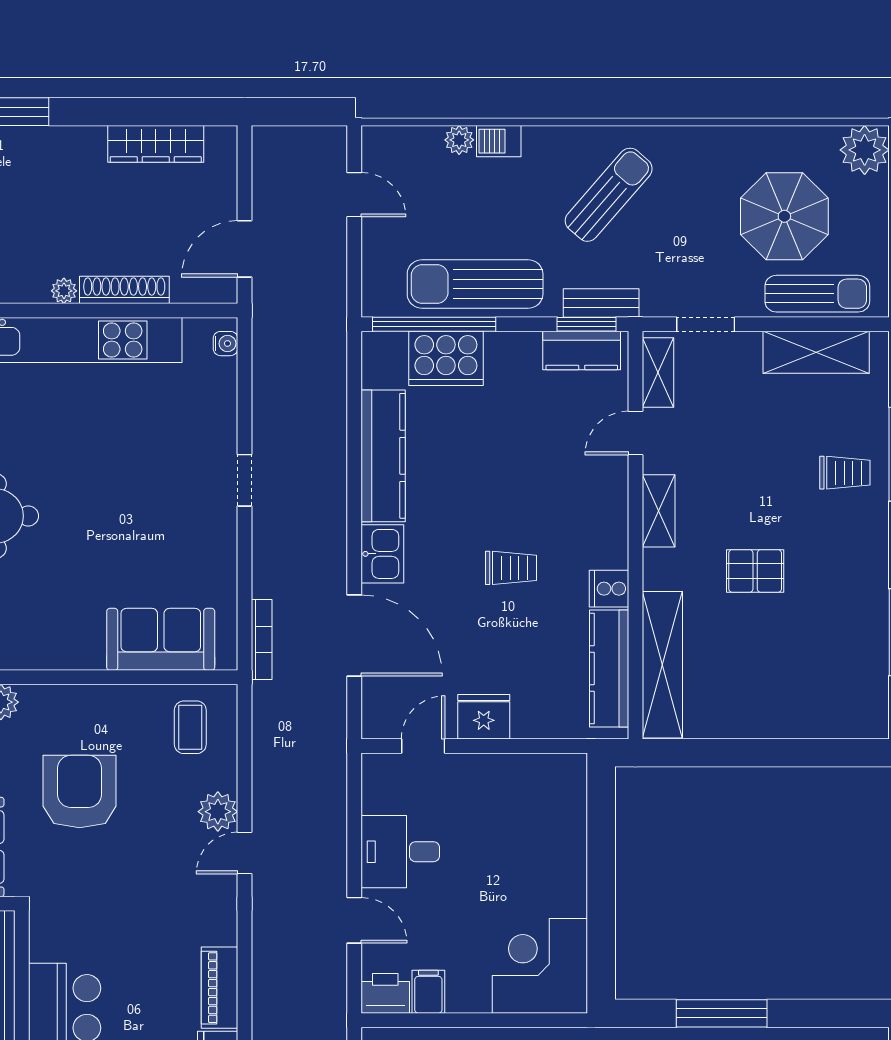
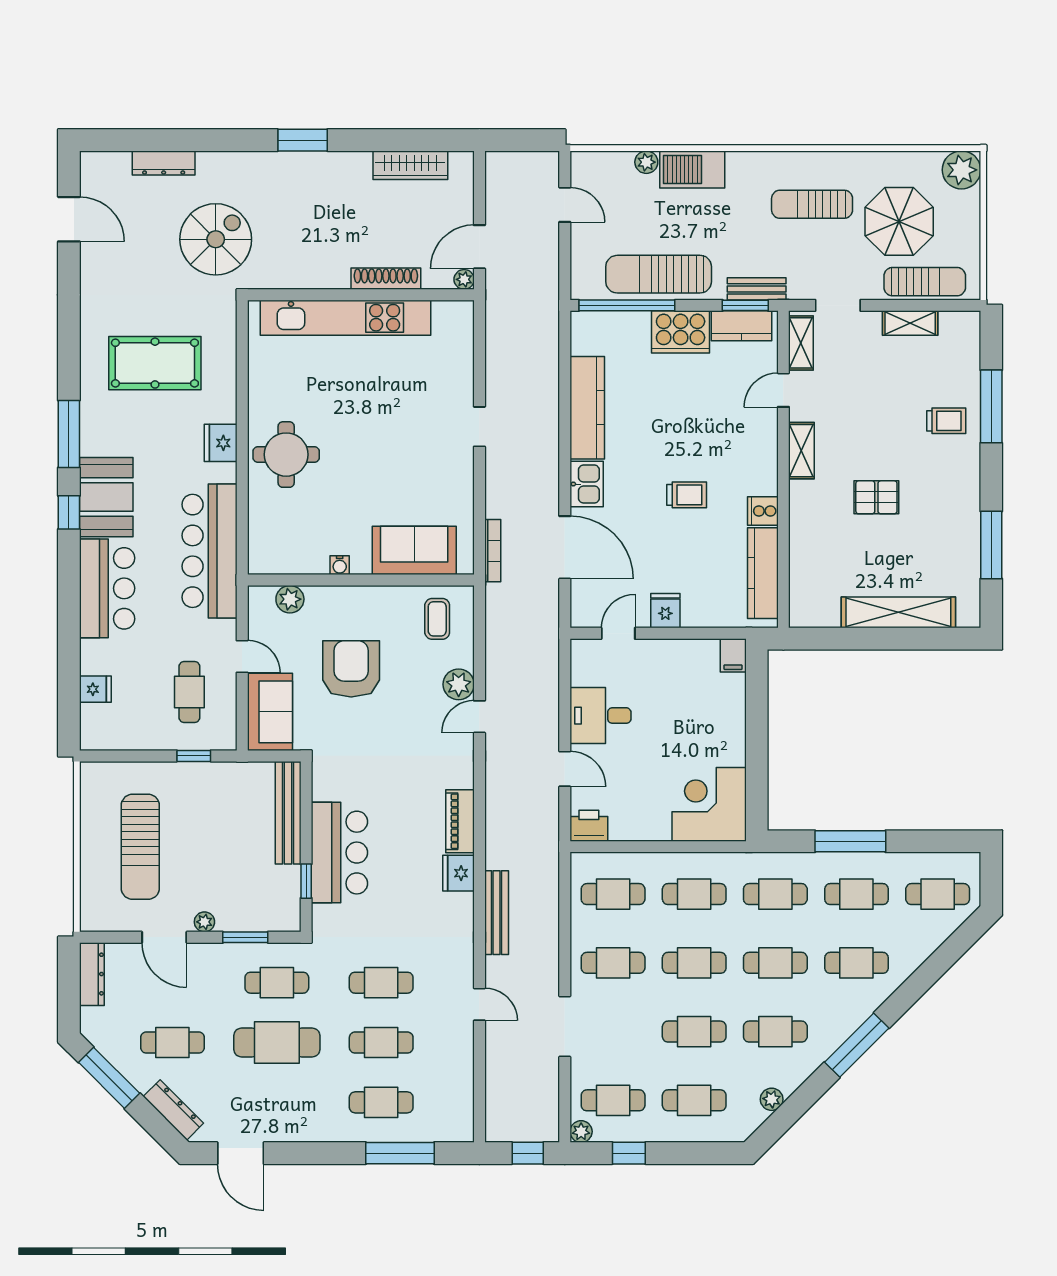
barbecue: (499, 141) -> (692, 169), width x1.88, depth x1.53
sun lounger: (609, 195) -> (812, 204), moved, turned -131
plant: (64, 291) -> (464, 279), moved
water cooler: (226, 344) -> (340, 565), moved, turned 90
shelving: (816, 352) -> (910, 323), width x0.67, depth x0.75
cooker: (446, 358) -> (681, 332), moved
shelving: (662, 665) -> (898, 612), moved, turned 90
fridge: (484, 717) -> (665, 611), width x0.72
filing cabinet: (428, 992) -> (733, 655), moved, turned 180

